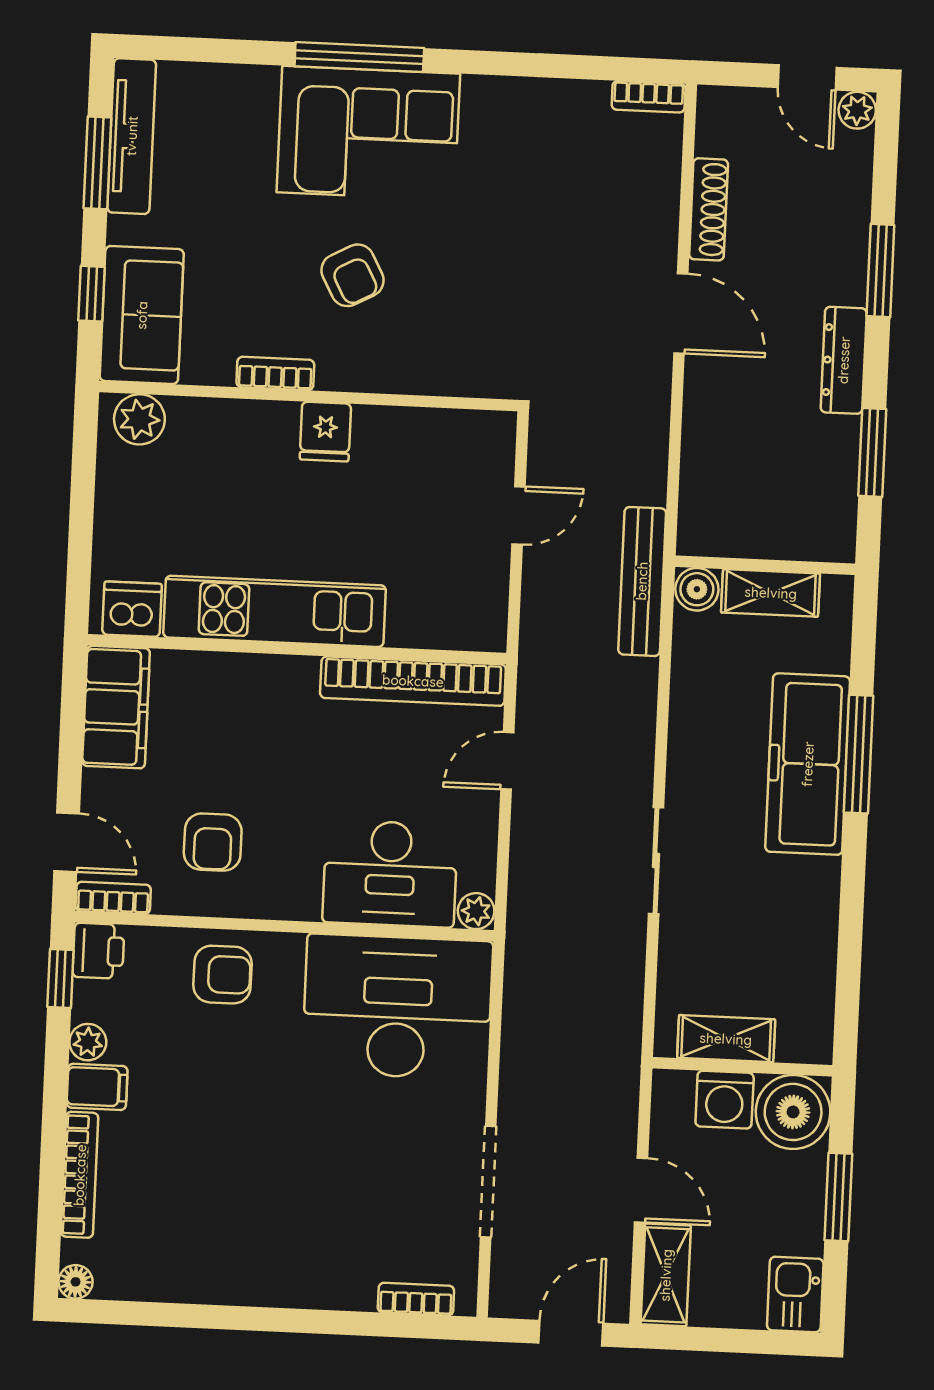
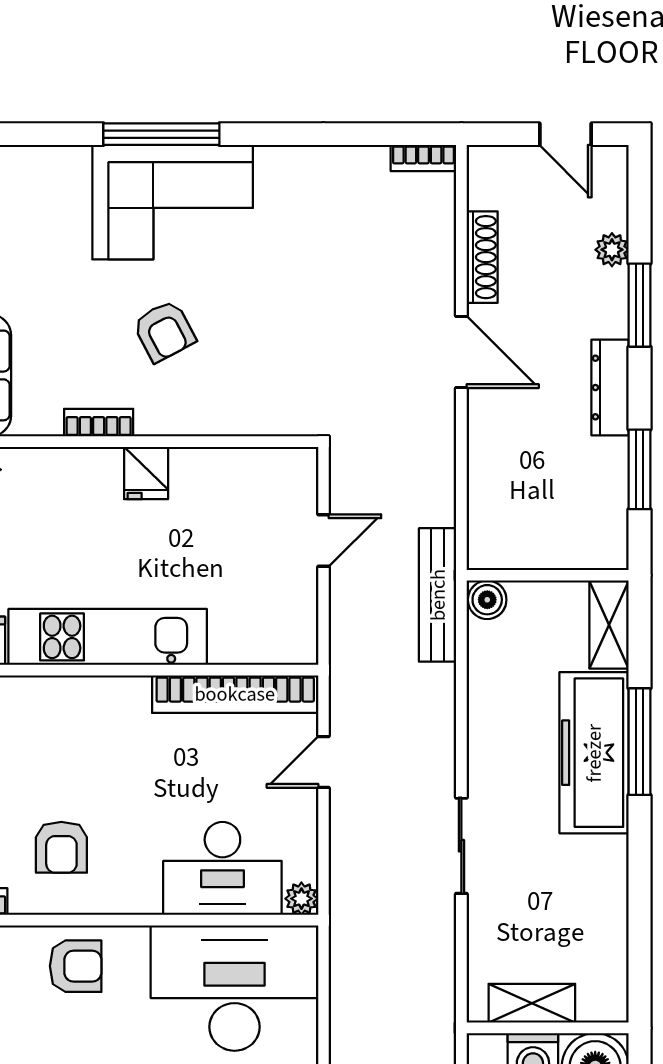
plant: (857, 110) -> (612, 250), moved
shelving: (771, 593) -> (609, 625), moved, turned 90

